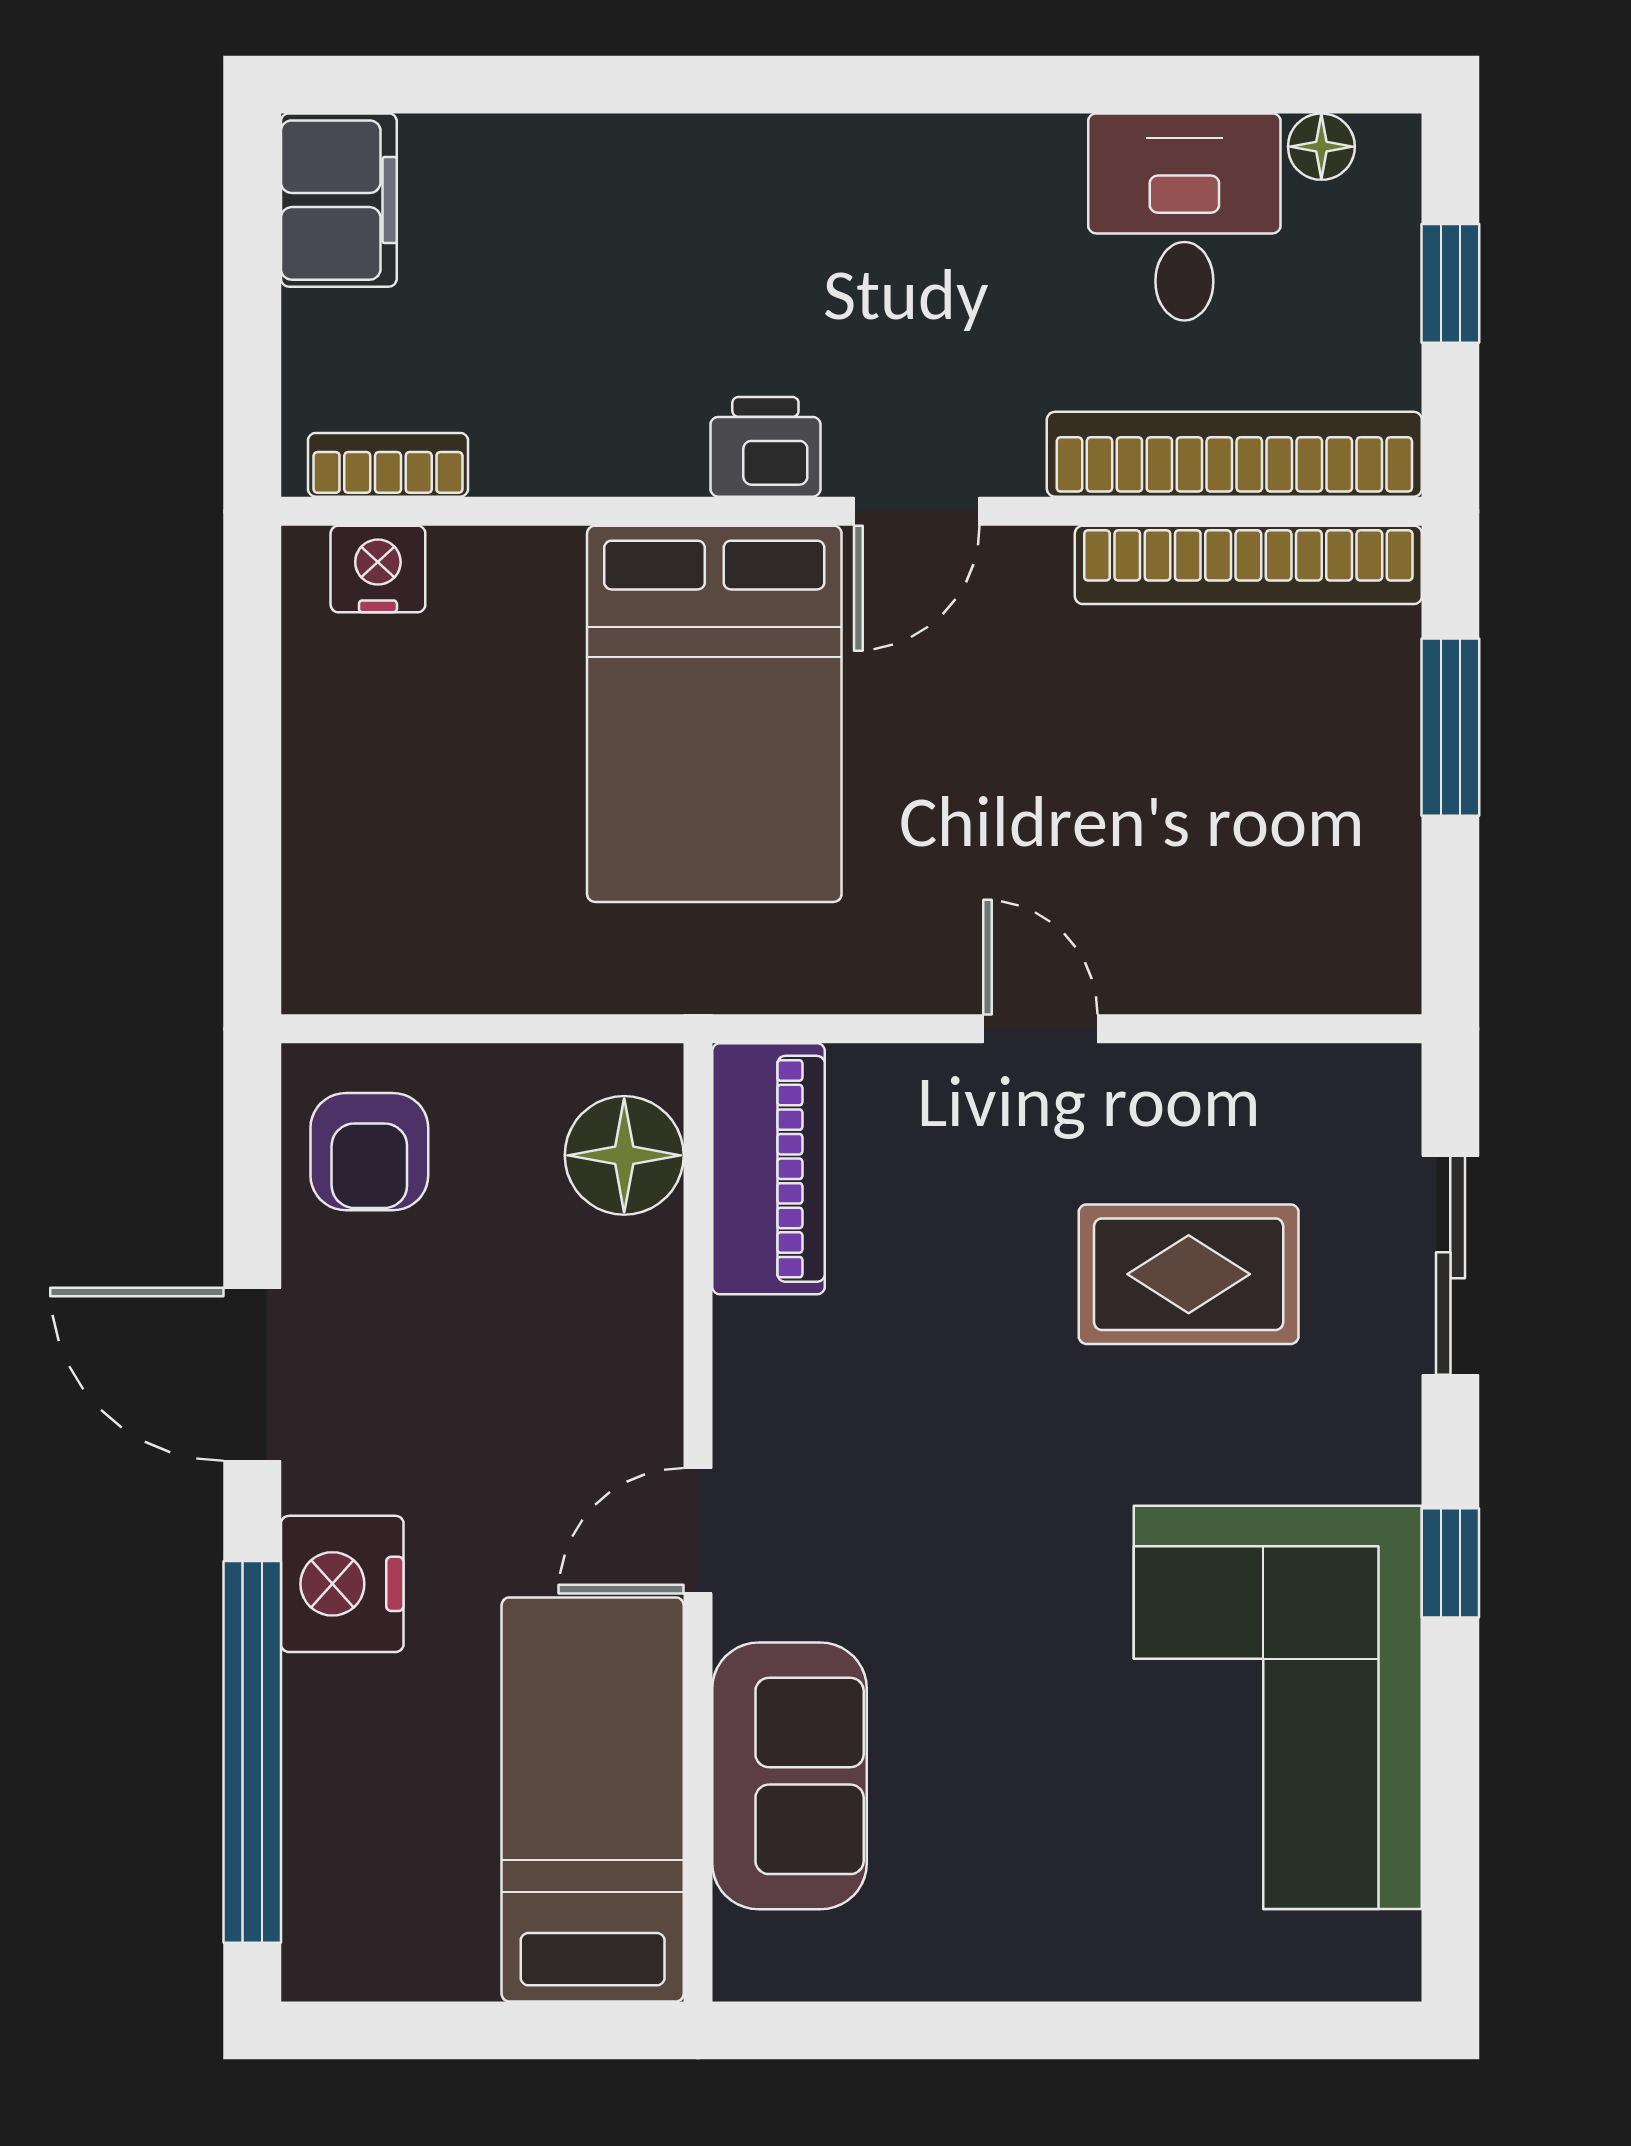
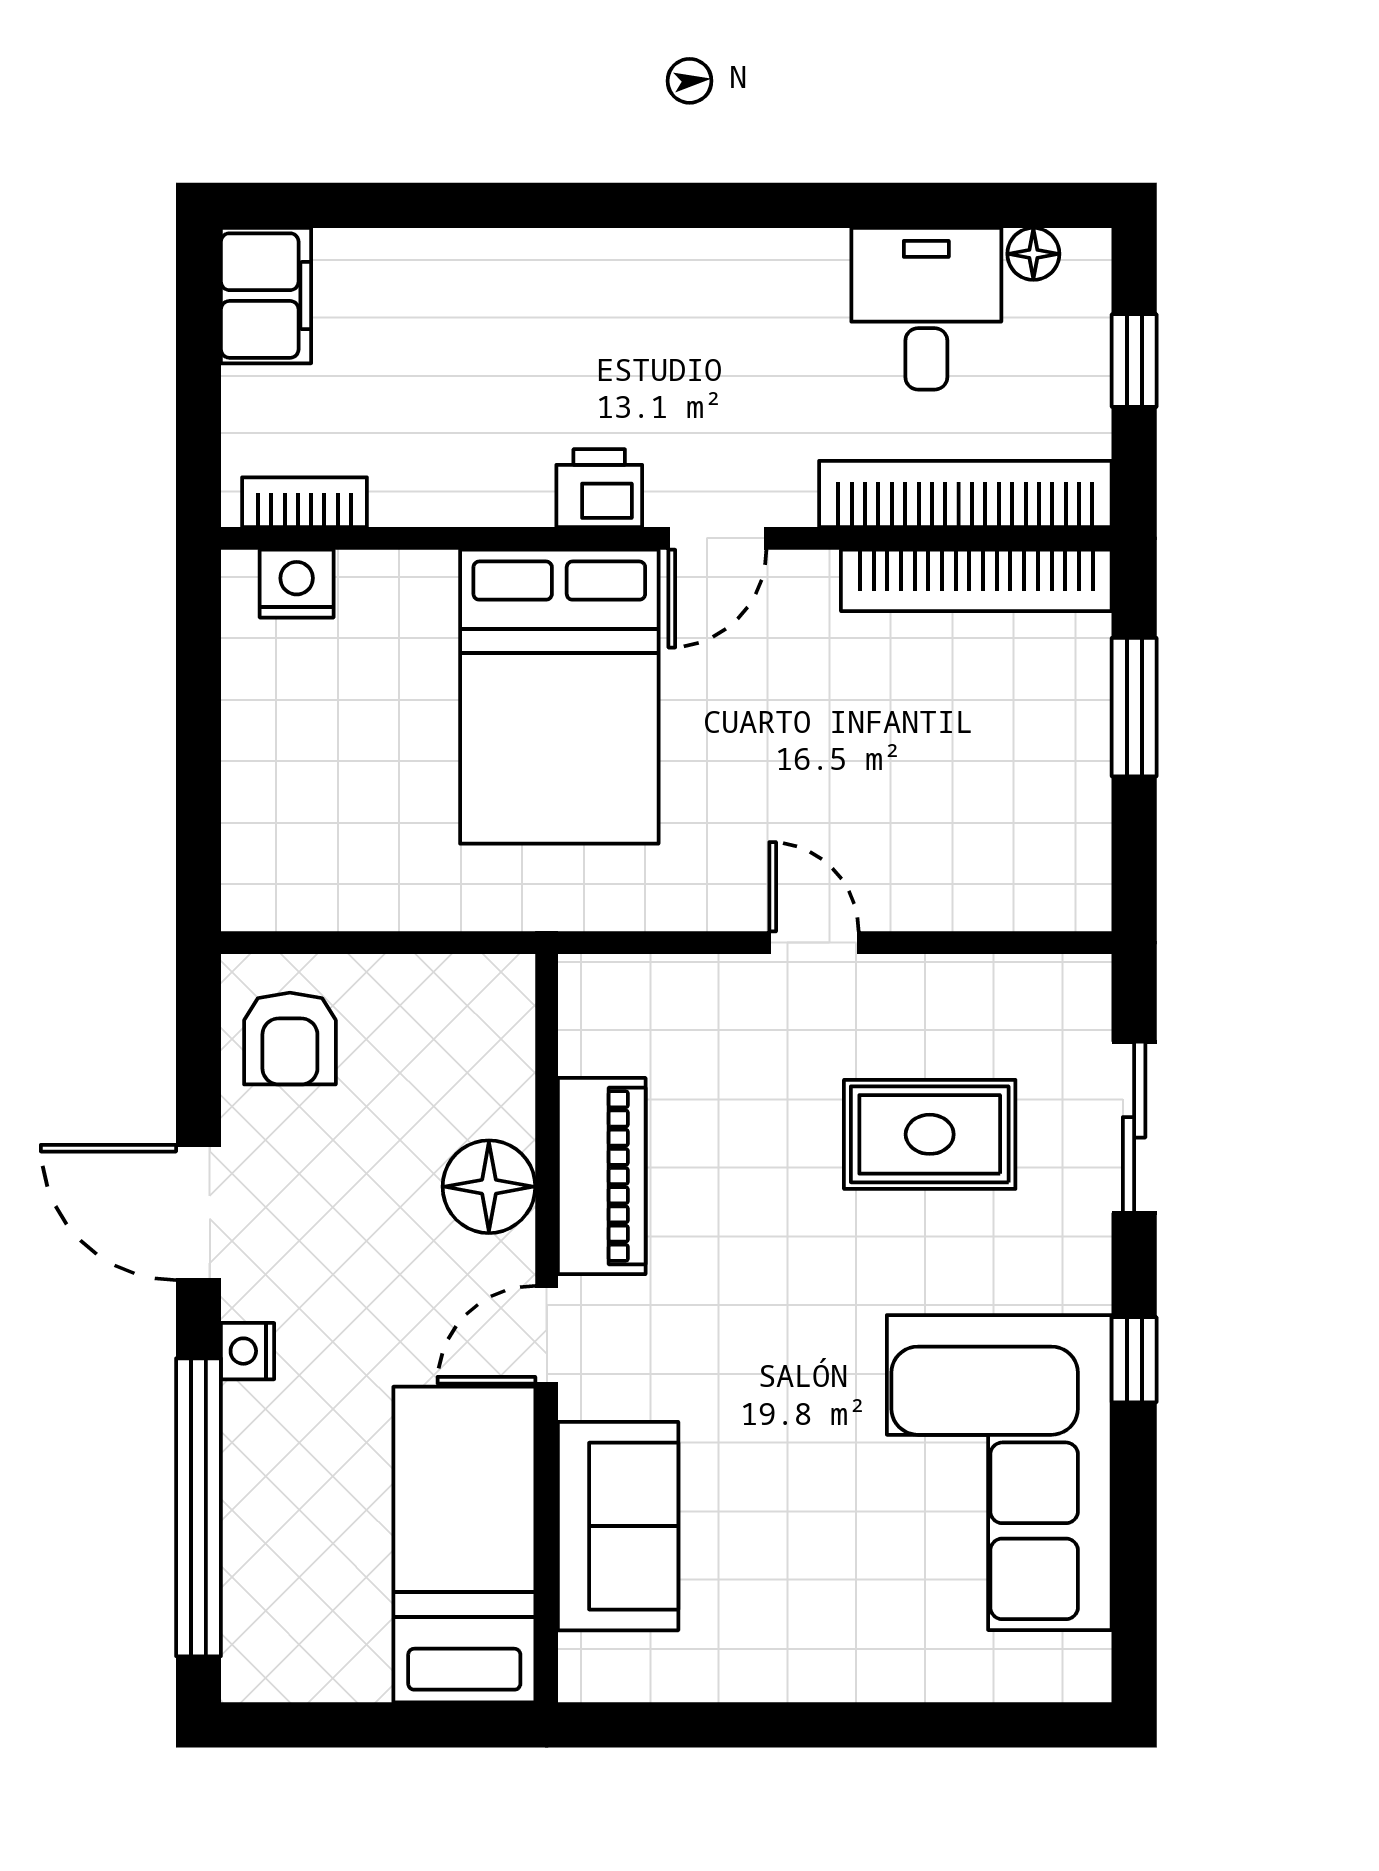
floor lamp: (624, 1155) -> (489, 1187), moved
piano: (769, 1169) -> (602, 1176), moved
nightstand: (342, 1584) -> (248, 1351), width x0.53, depth x0.56

